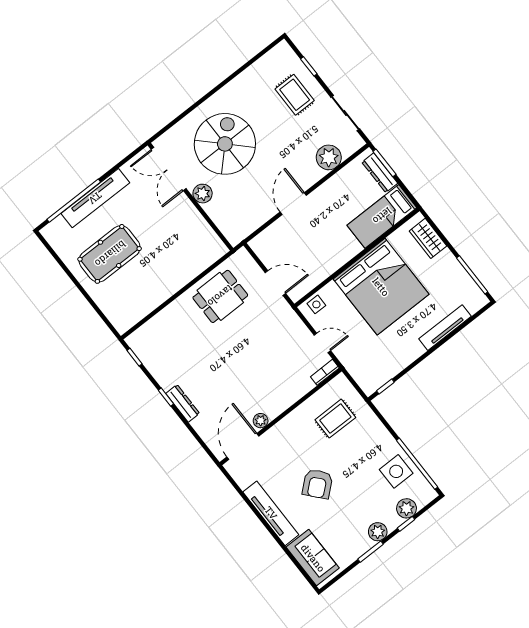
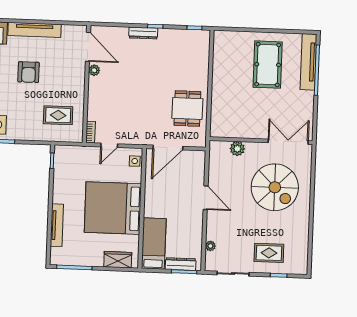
plant: (329, 157) -> (210, 246), width x0.53, depth x0.53
plant: (203, 194) -> (237, 149), moved
tv unit: (95, 198) -> (308, 62), moved
door: (275, 283) -> (168, 148), width x1.36
rug: (335, 419) -> (58, 115), turned 90
armchair: (317, 484) -> (29, 72), turned -139

